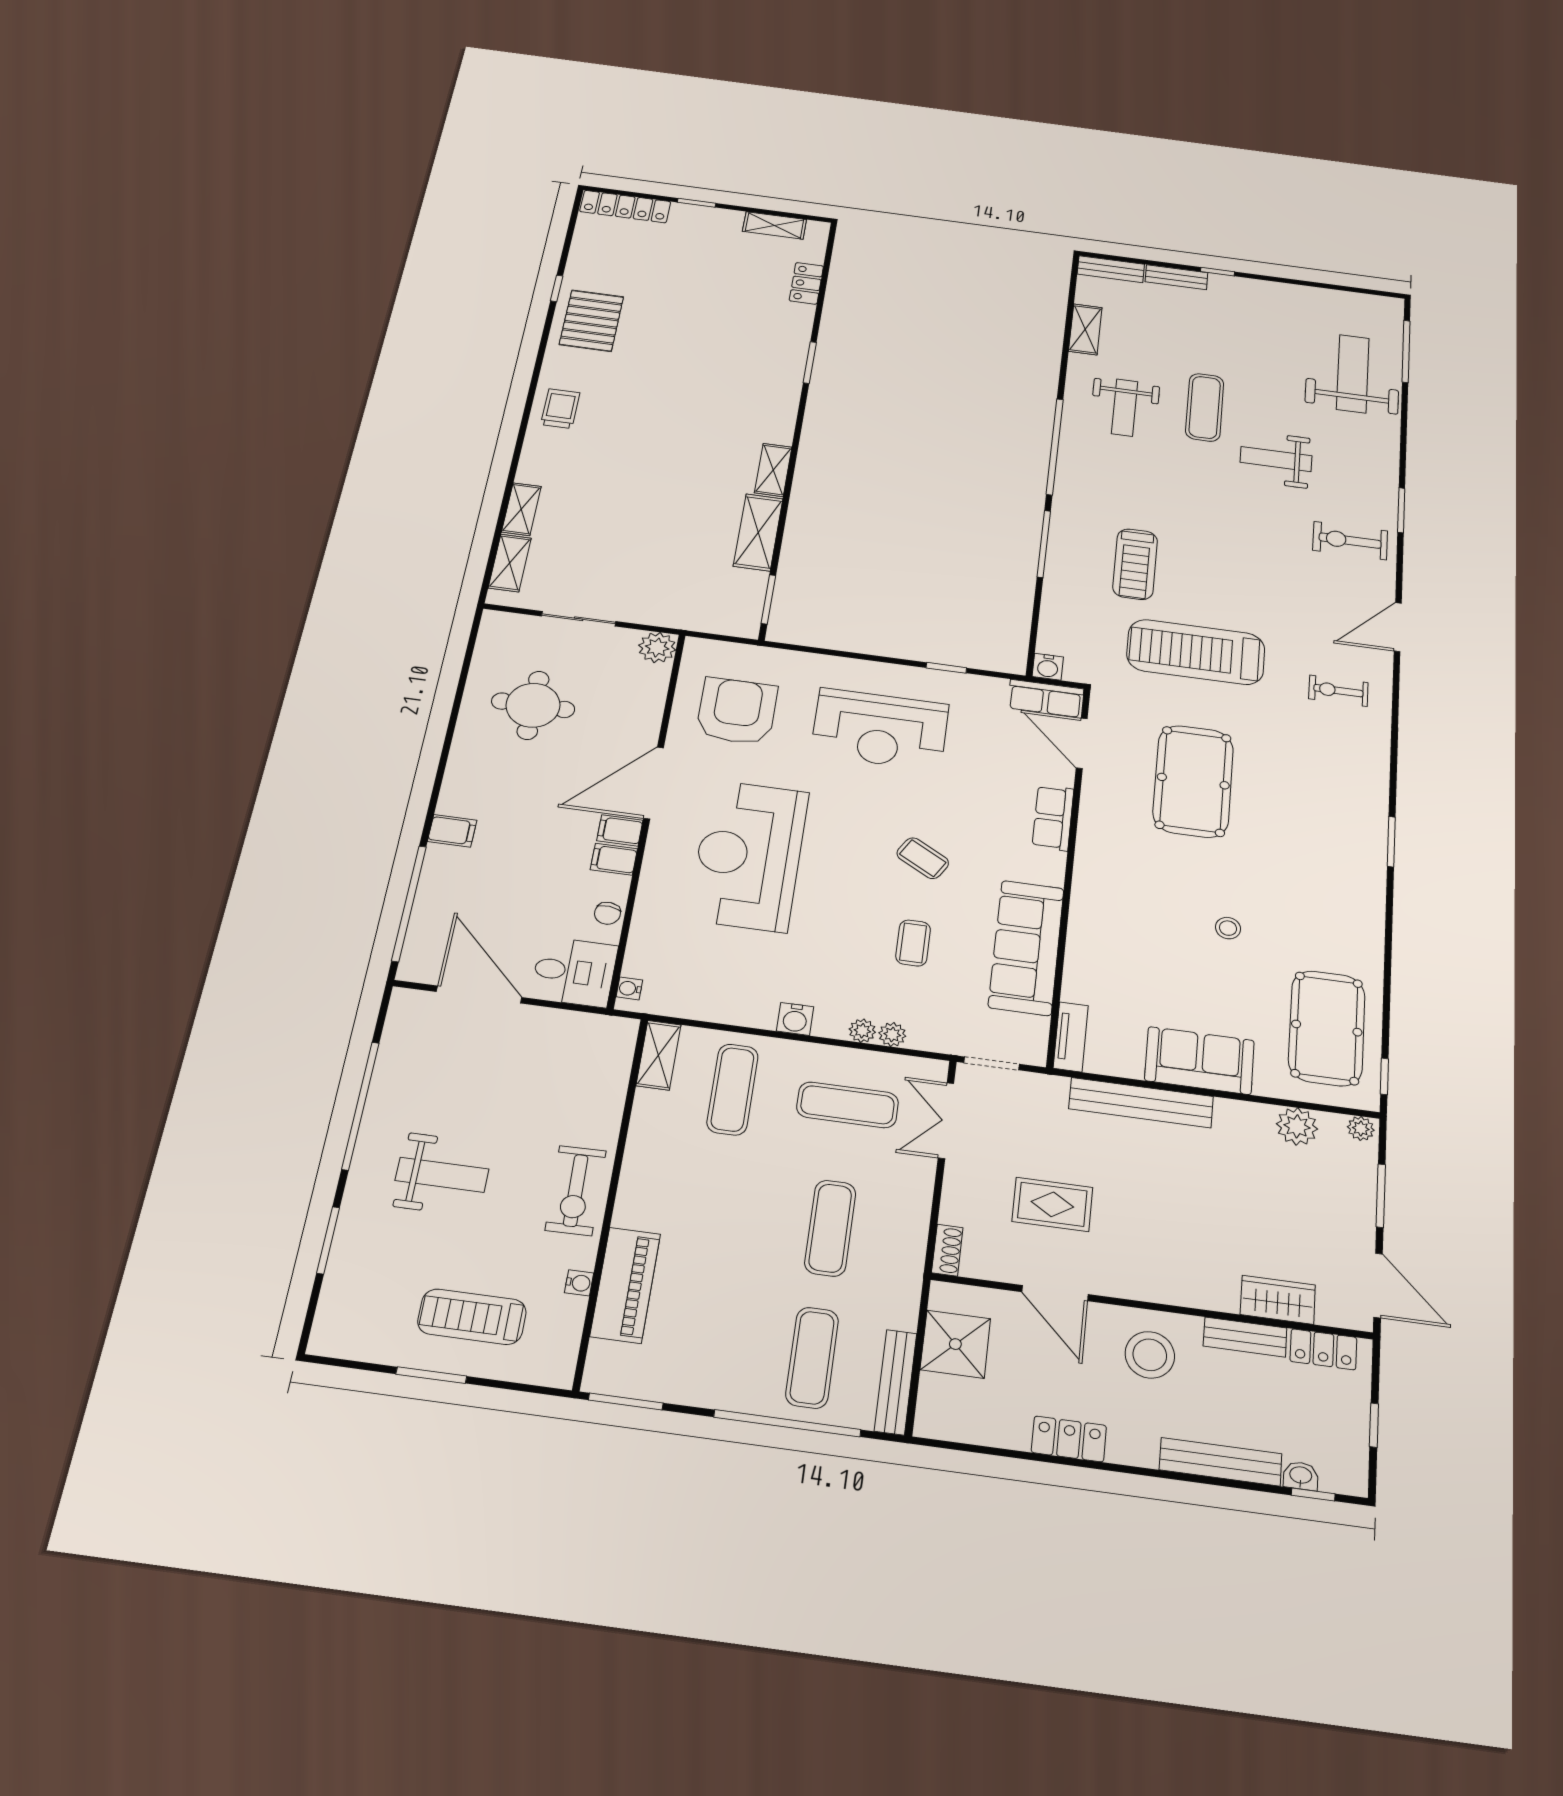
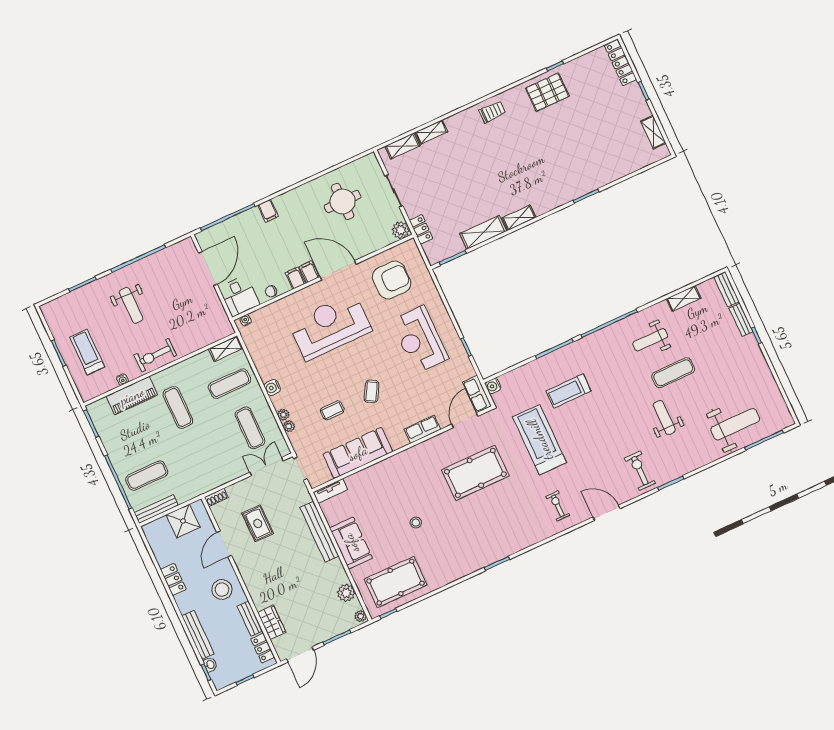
locker: (806, 283) -> (421, 229), moved, turned 90
exercise mat: (830, 1228) -> (178, 407), moved, turned 90

